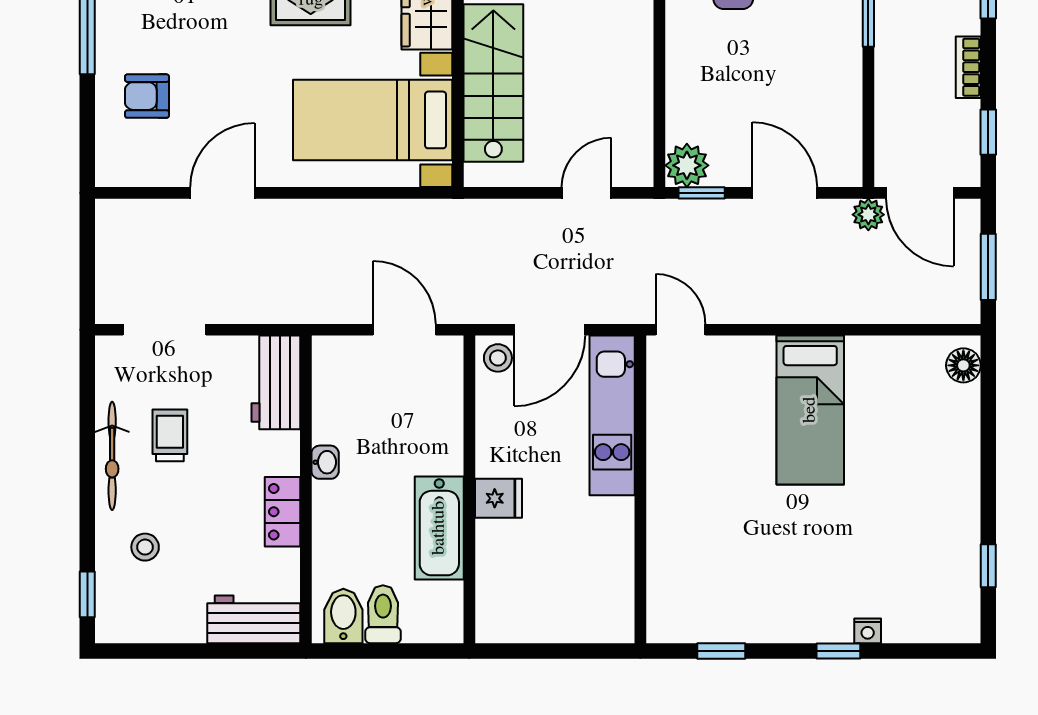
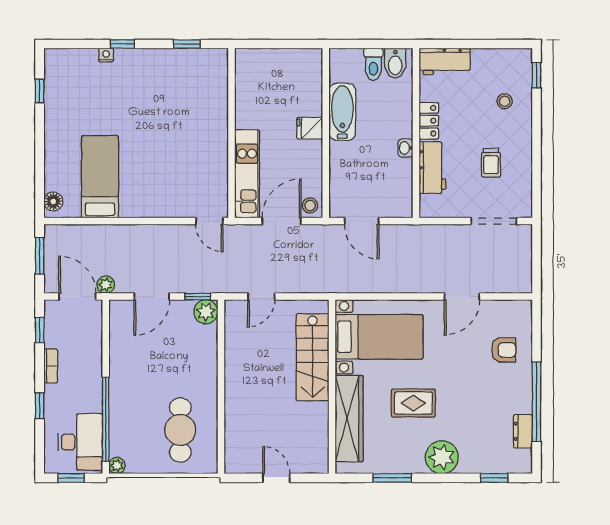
door: (785, 193) -> (152, 297), hinge flipped
workbench: (276, 382) -> (432, 168), moved
bed: (810, 410) -> (100, 177), moved
bicycle: (112, 456) -> (523, 152), removed

